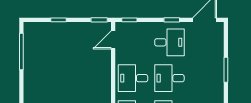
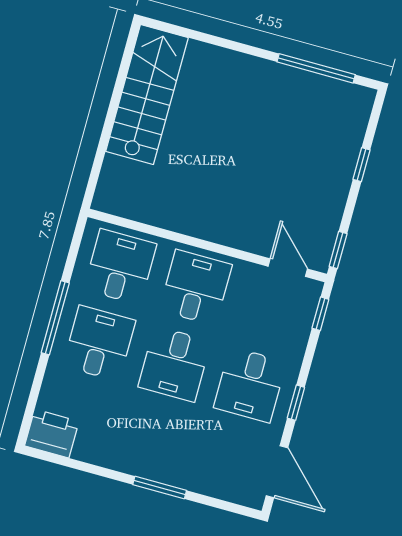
desk: (169, 78) -> (175, 364), turned 180

